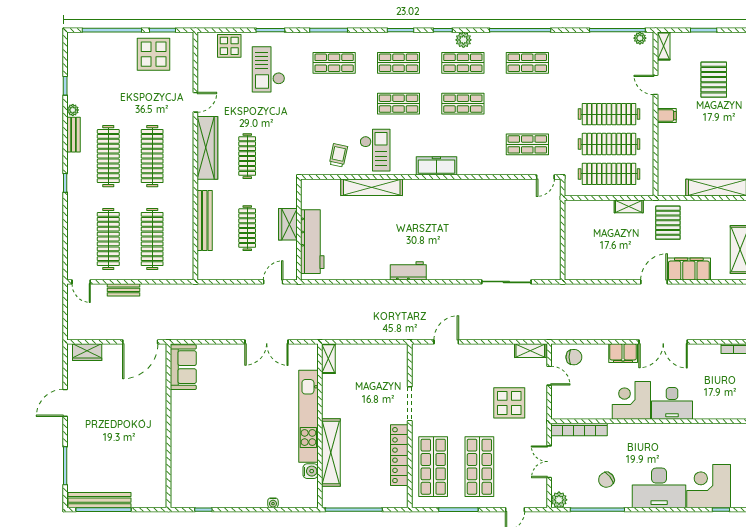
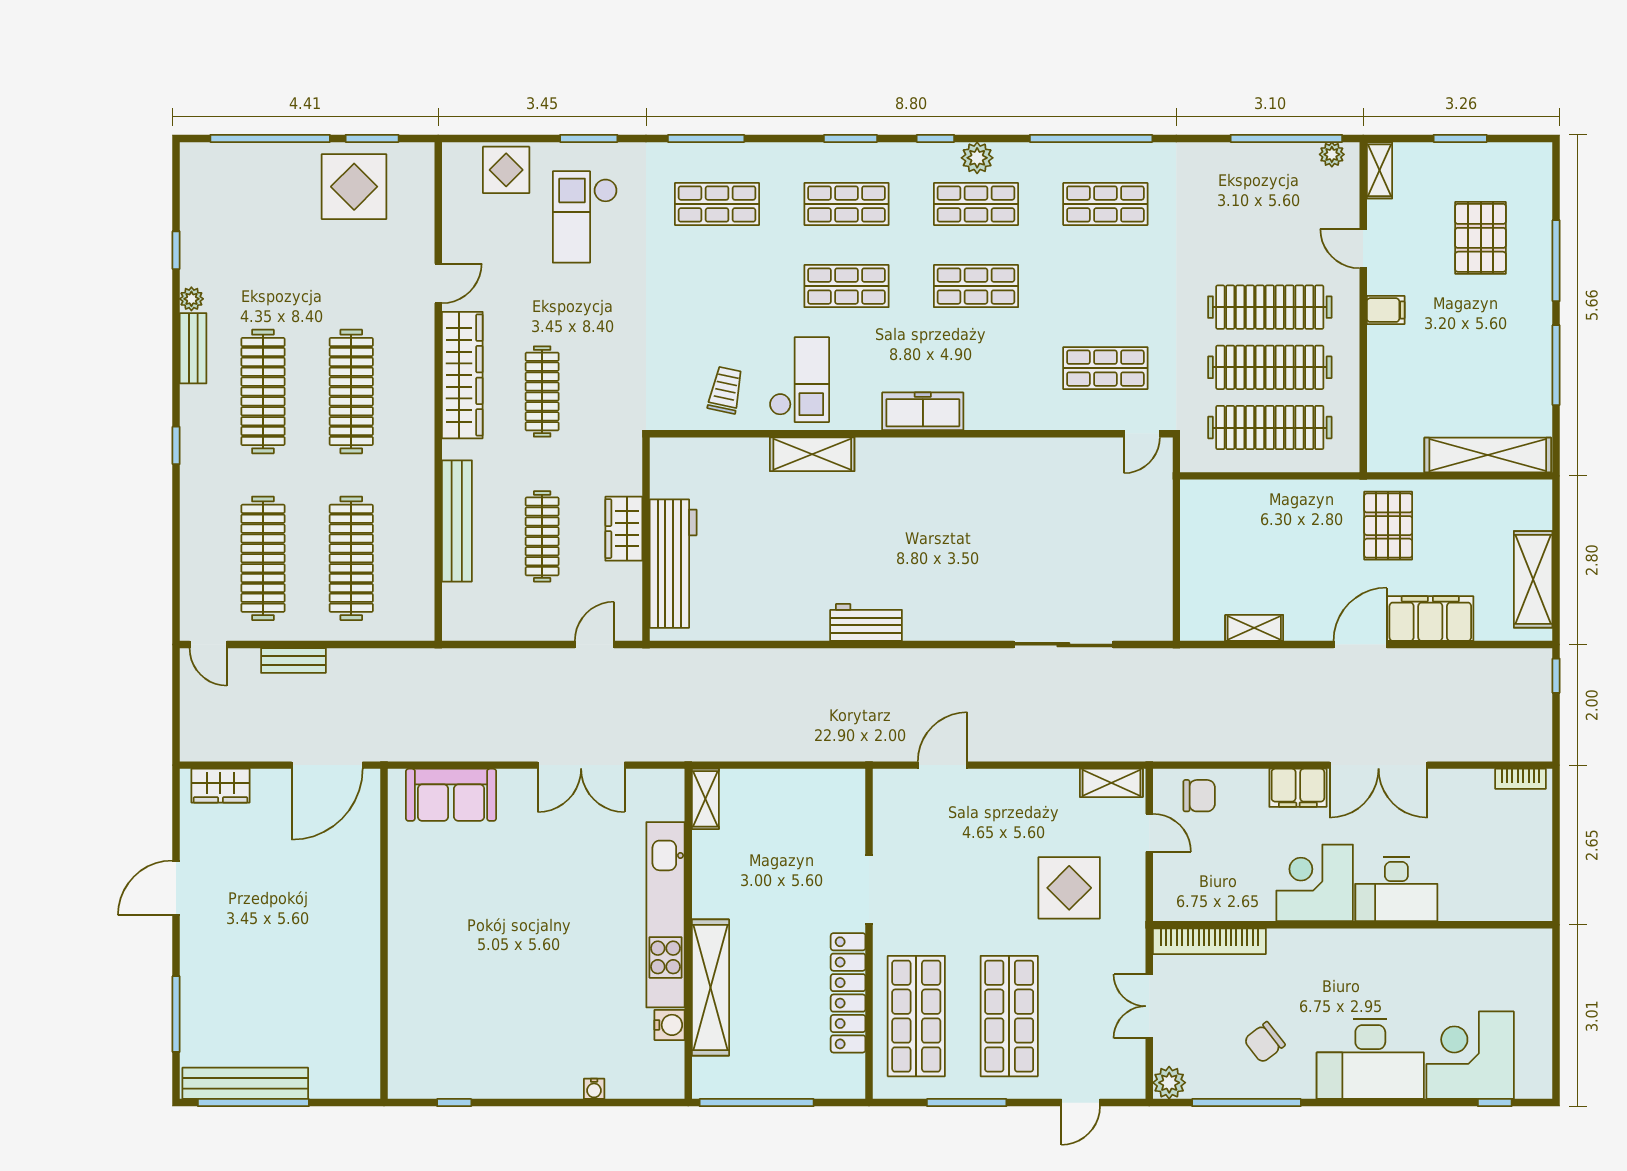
shelving: (372, 187) -> (812, 454), width x0.68
shelving: (629, 206) -> (1254, 628), moved
sofa: (183, 367) -> (451, 795), moved, turned 90

